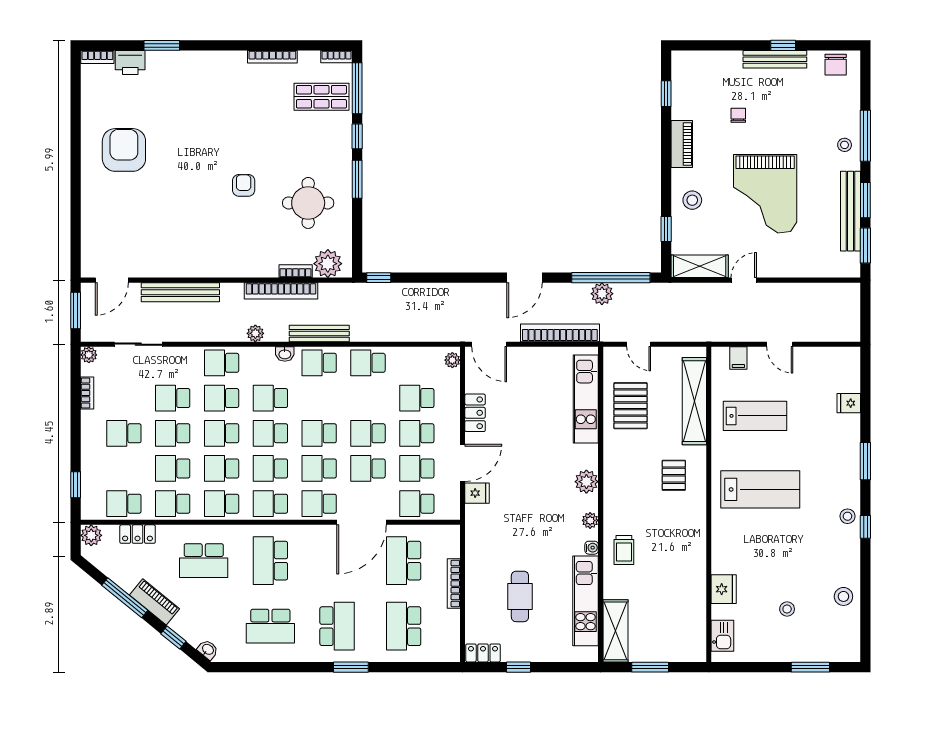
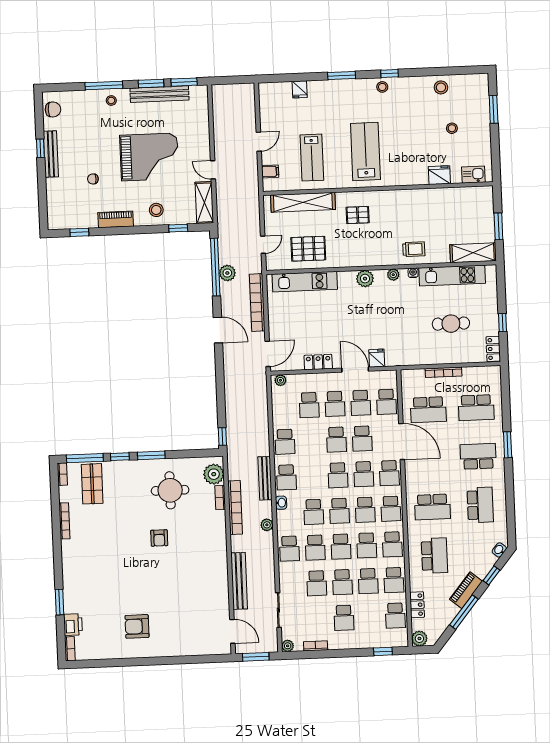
armchair: (124, 150) -> (137, 626), width x0.73, depth x0.73
armchair: (244, 185) -> (159, 538), turned -90
lab bench: (755, 416) -> (312, 158), turned 180

